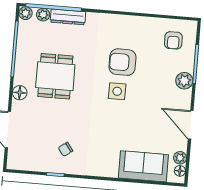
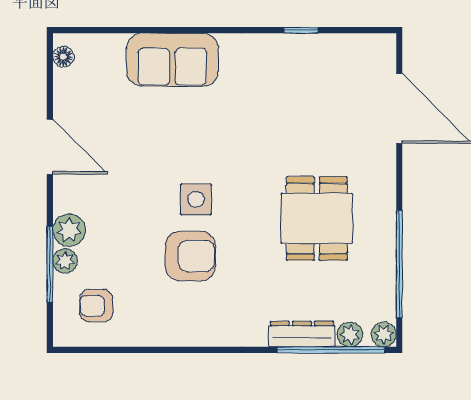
armchair: (173, 40) -> (96, 306), turned -90
floor lamp: (20, 93) -> (382, 181), removed
chair: (66, 149) -> (286, 80), removed
plant: (180, 158) -> (65, 261), moved
sofa: (143, 166) -> (172, 60), moved

